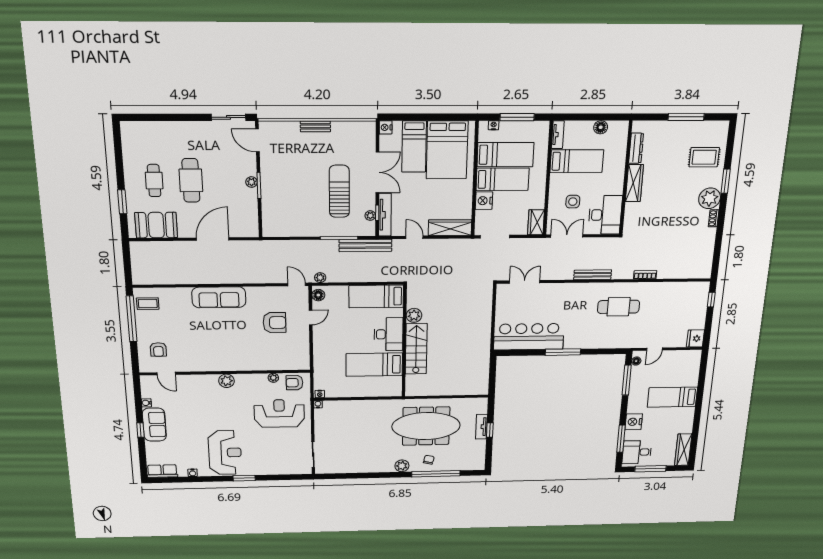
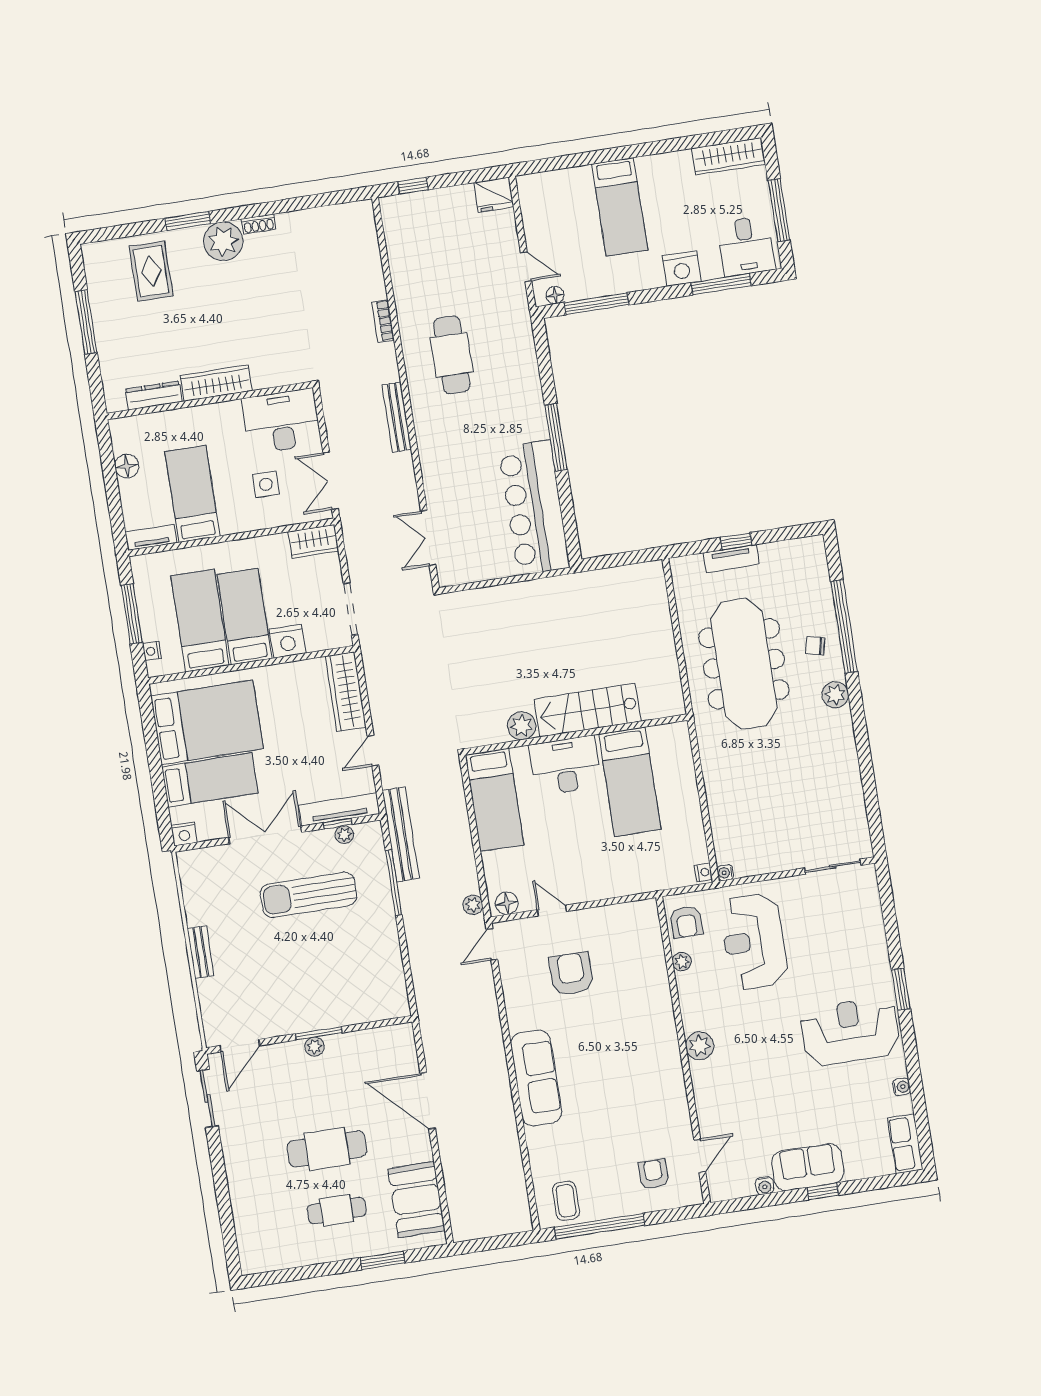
armchair: (158, 350) -> (653, 1174), turned -90

